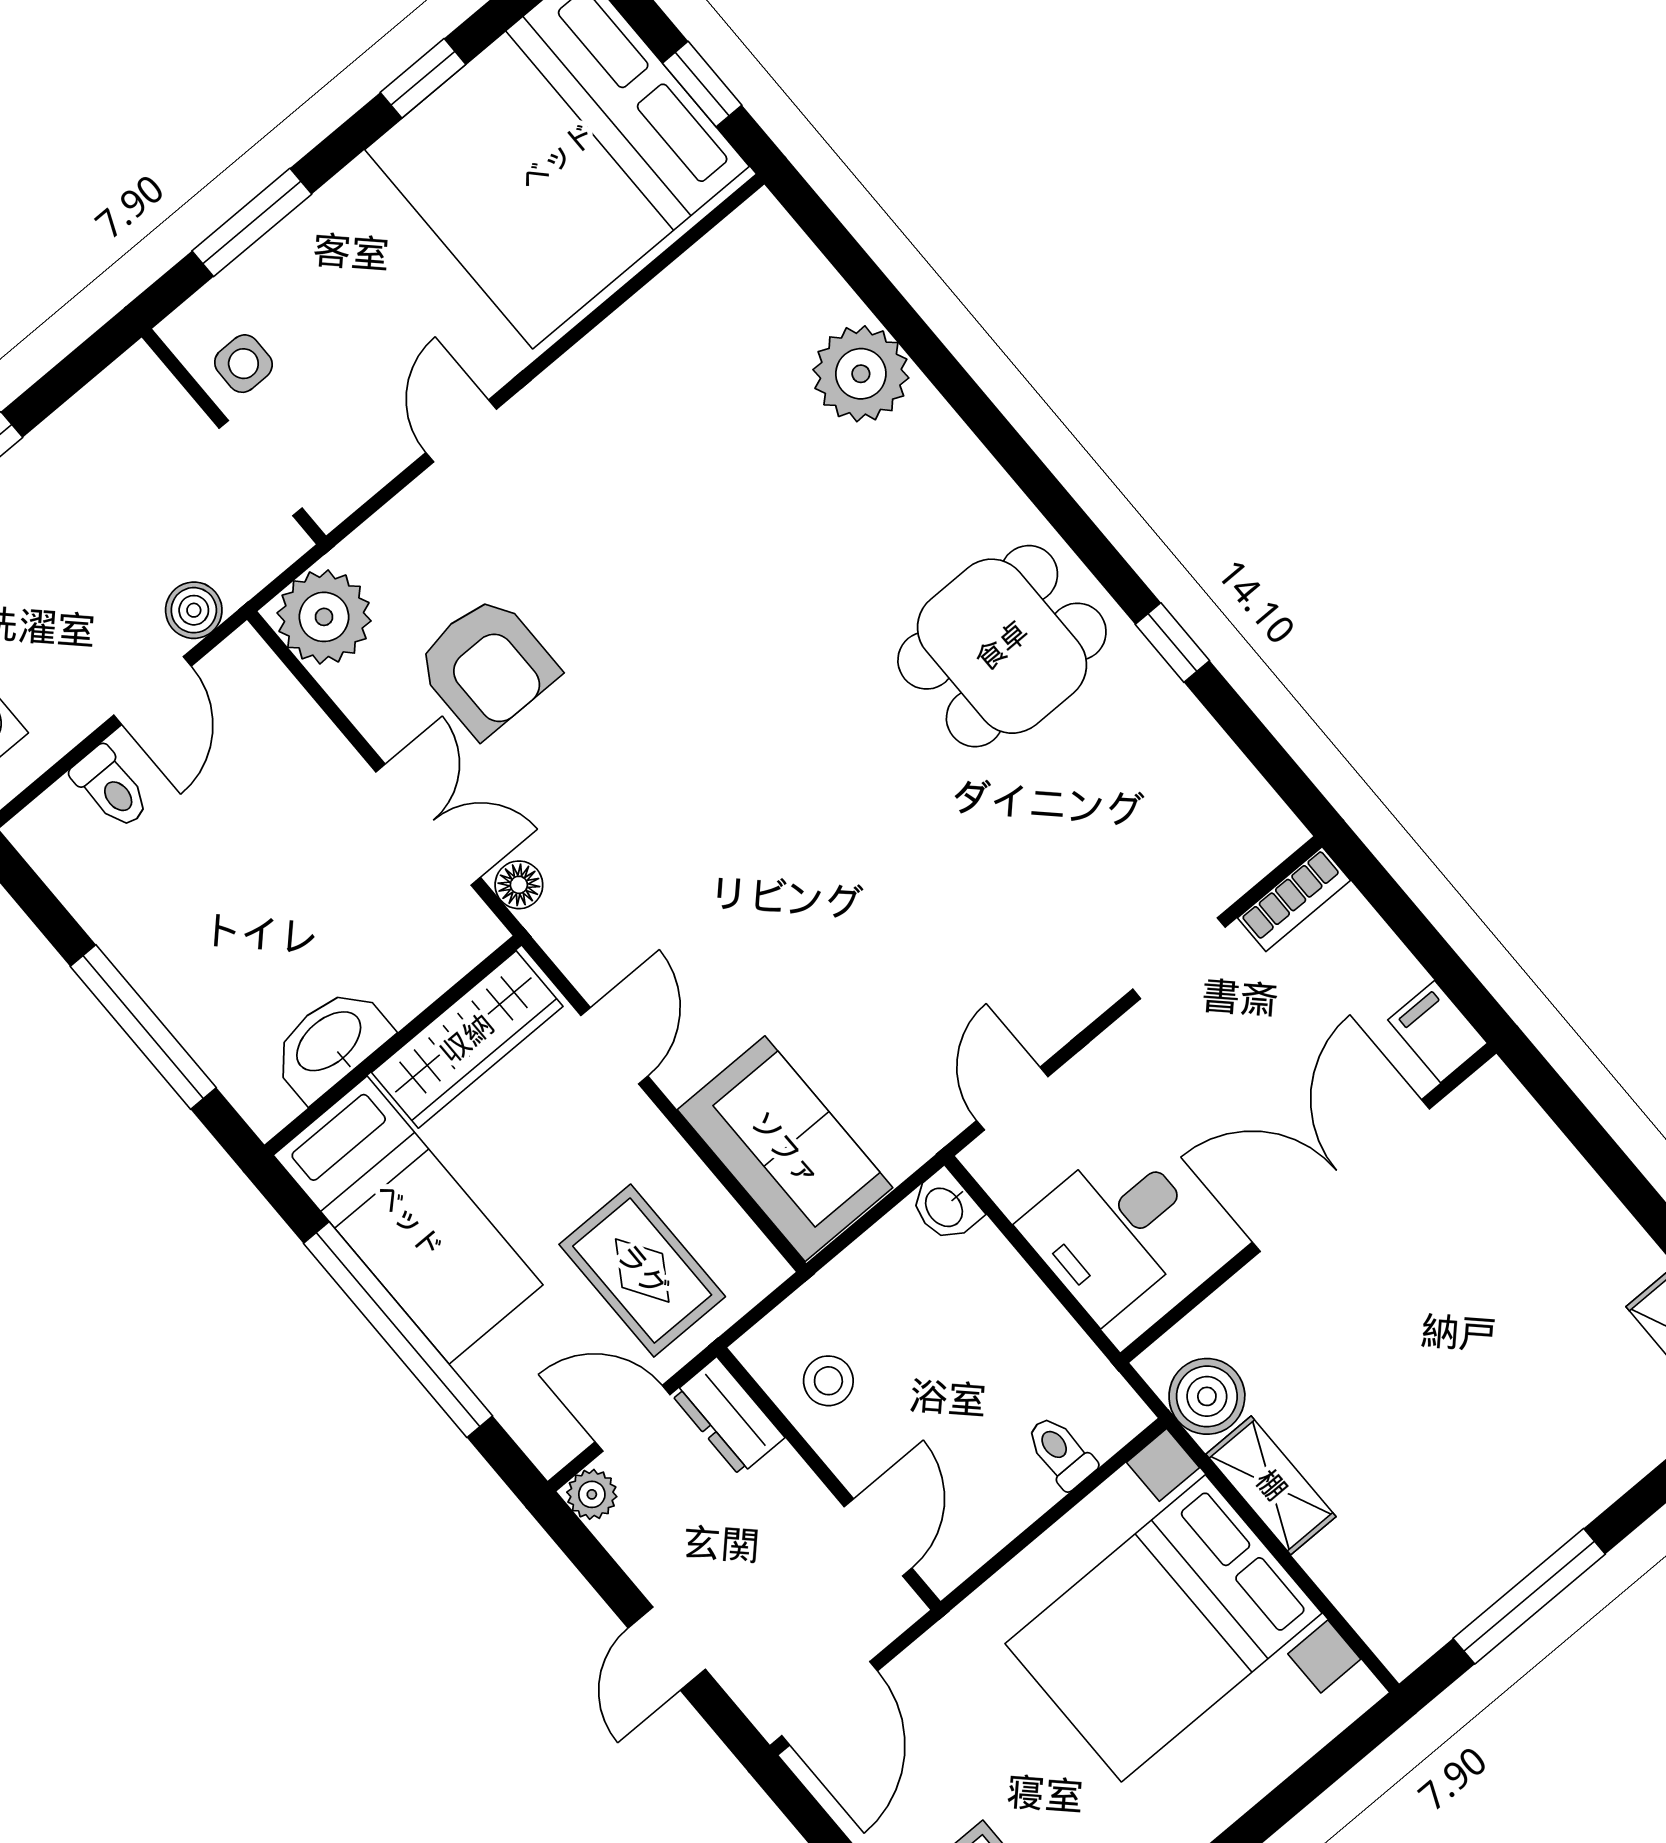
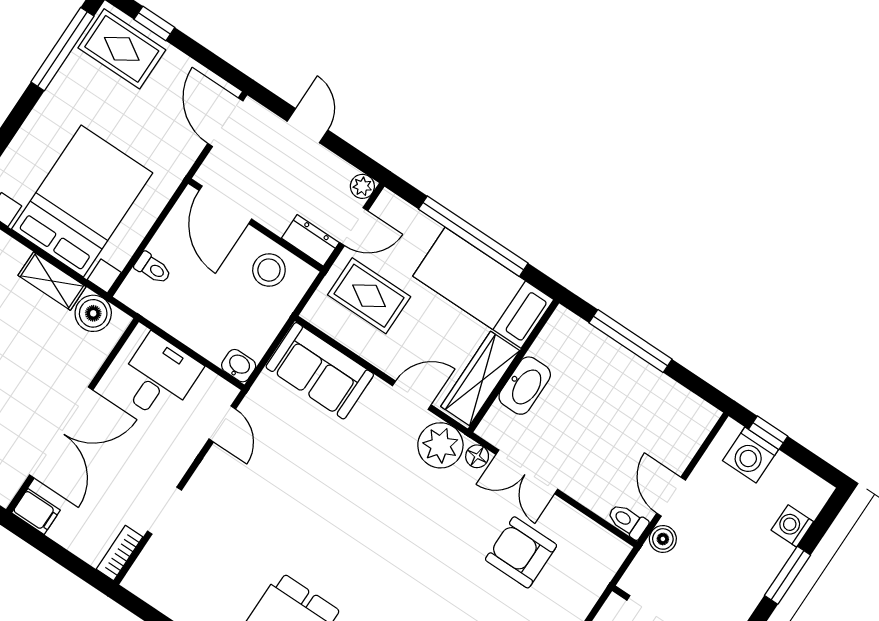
plant: (324, 617) -> (440, 445), moved
toilet: (111, 788) -> (628, 521), moved
washbasin: (330, 1043) -> (525, 386), moved
door: (614, 1046) -> (412, 395), swing flipped
stool: (828, 1381) -> (269, 270), width x1.37, depth x1.37
door: (878, 1537) -> (225, 205), width x1.38

